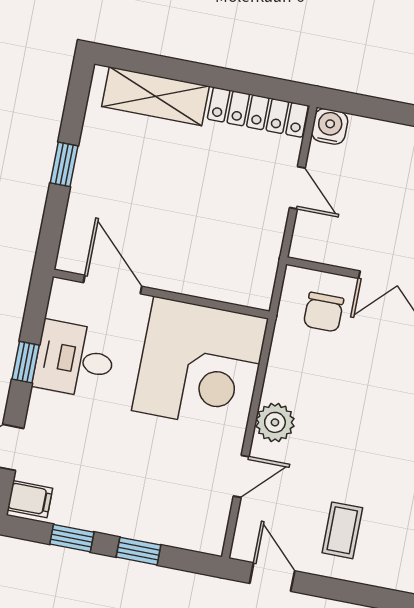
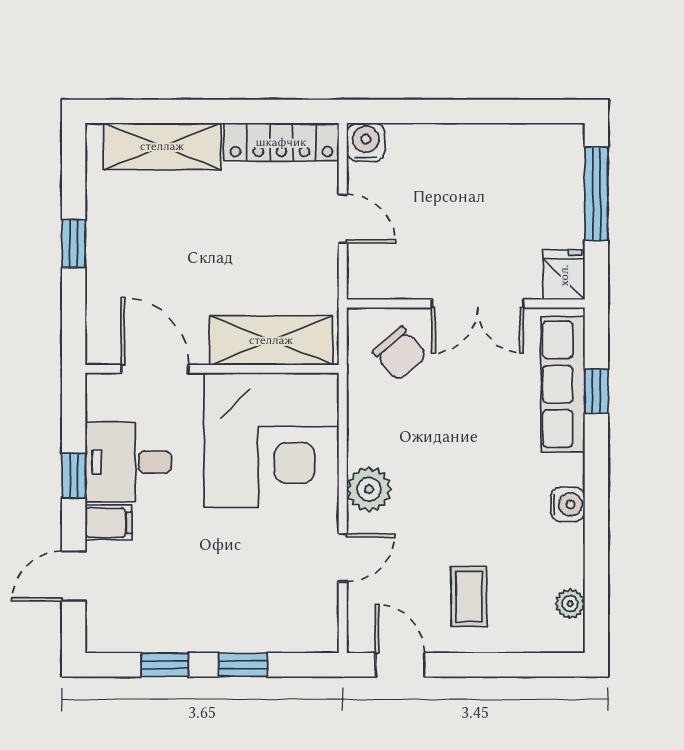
shelving: (216, 280) -> (271, 340), added
chair: (324, 312) -> (400, 354), turned -41
filing cabinet: (30, 499) -> (109, 523), moved

